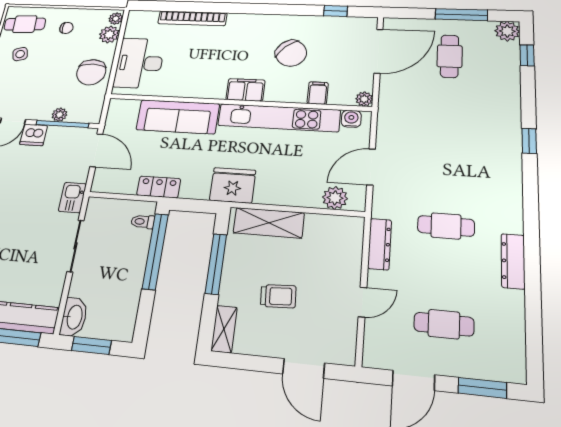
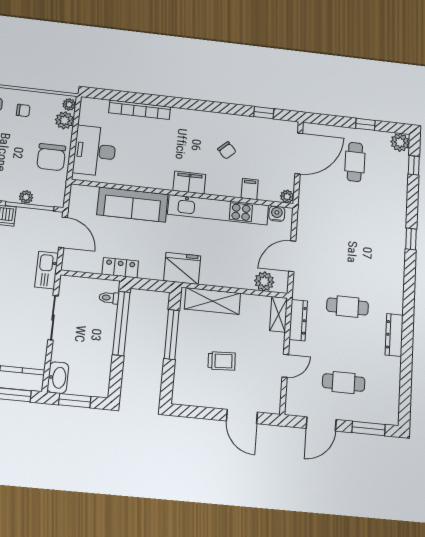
window: (461, 15) -> (365, 124), width x0.46
chair: (291, 53) -> (227, 150), width x0.54, depth x0.54
kitchen sink: (72, 198) -> (47, 270), width x1.38
shelving: (224, 329) -> (279, 314), moved

